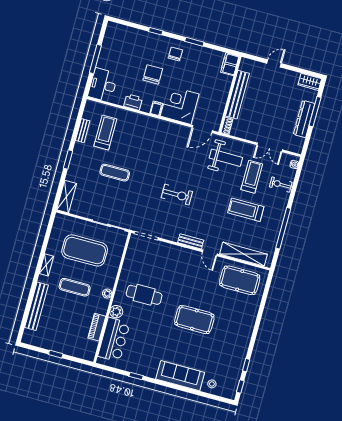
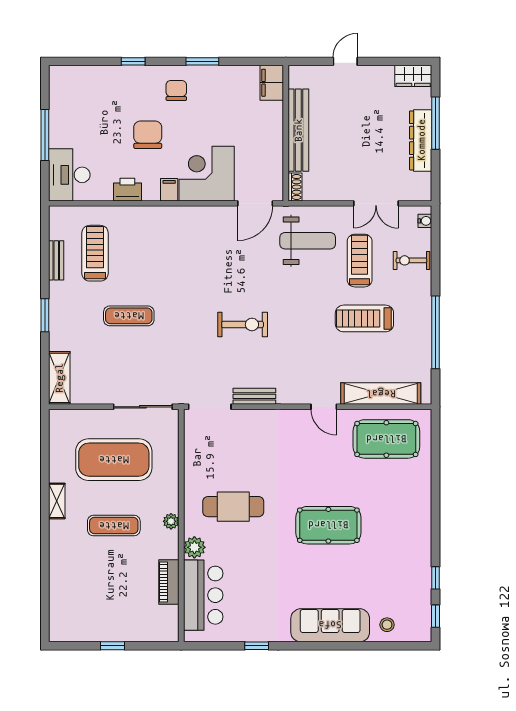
bench: (191, 241) -> (254, 396), moved
bench: (37, 306) -> (59, 574), removed

